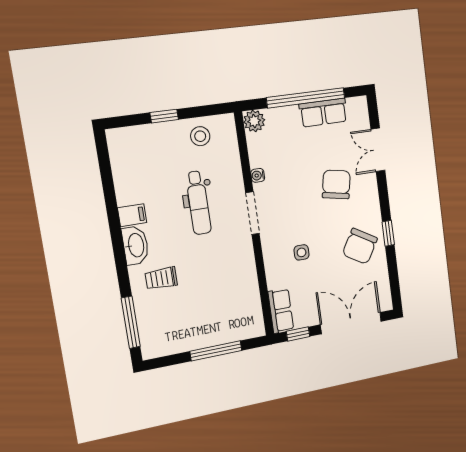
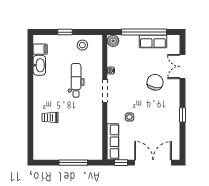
dental chair: (198, 203) -> (76, 80), turned 180
filing cabinet: (132, 215) -> (40, 49), moved
washbasin: (135, 245) -> (39, 65), moved
chair: (360, 246) -> (164, 119), removed
row of seats: (281, 311) -> (113, 142), width x1.48
window: (131, 322) -> (30, 138), removed

